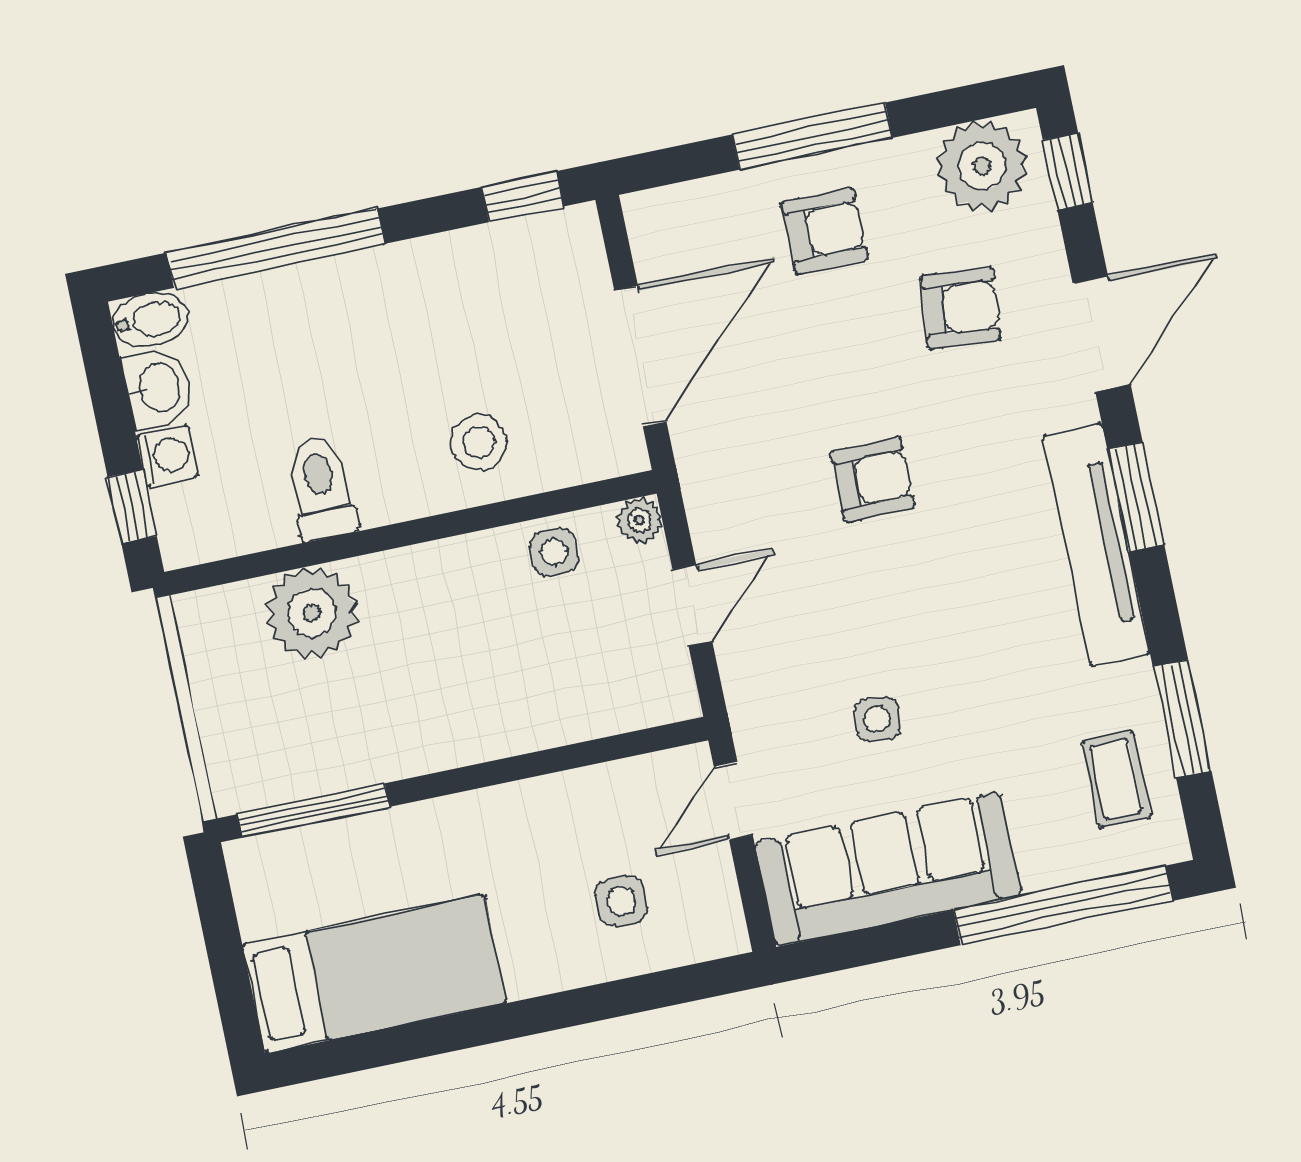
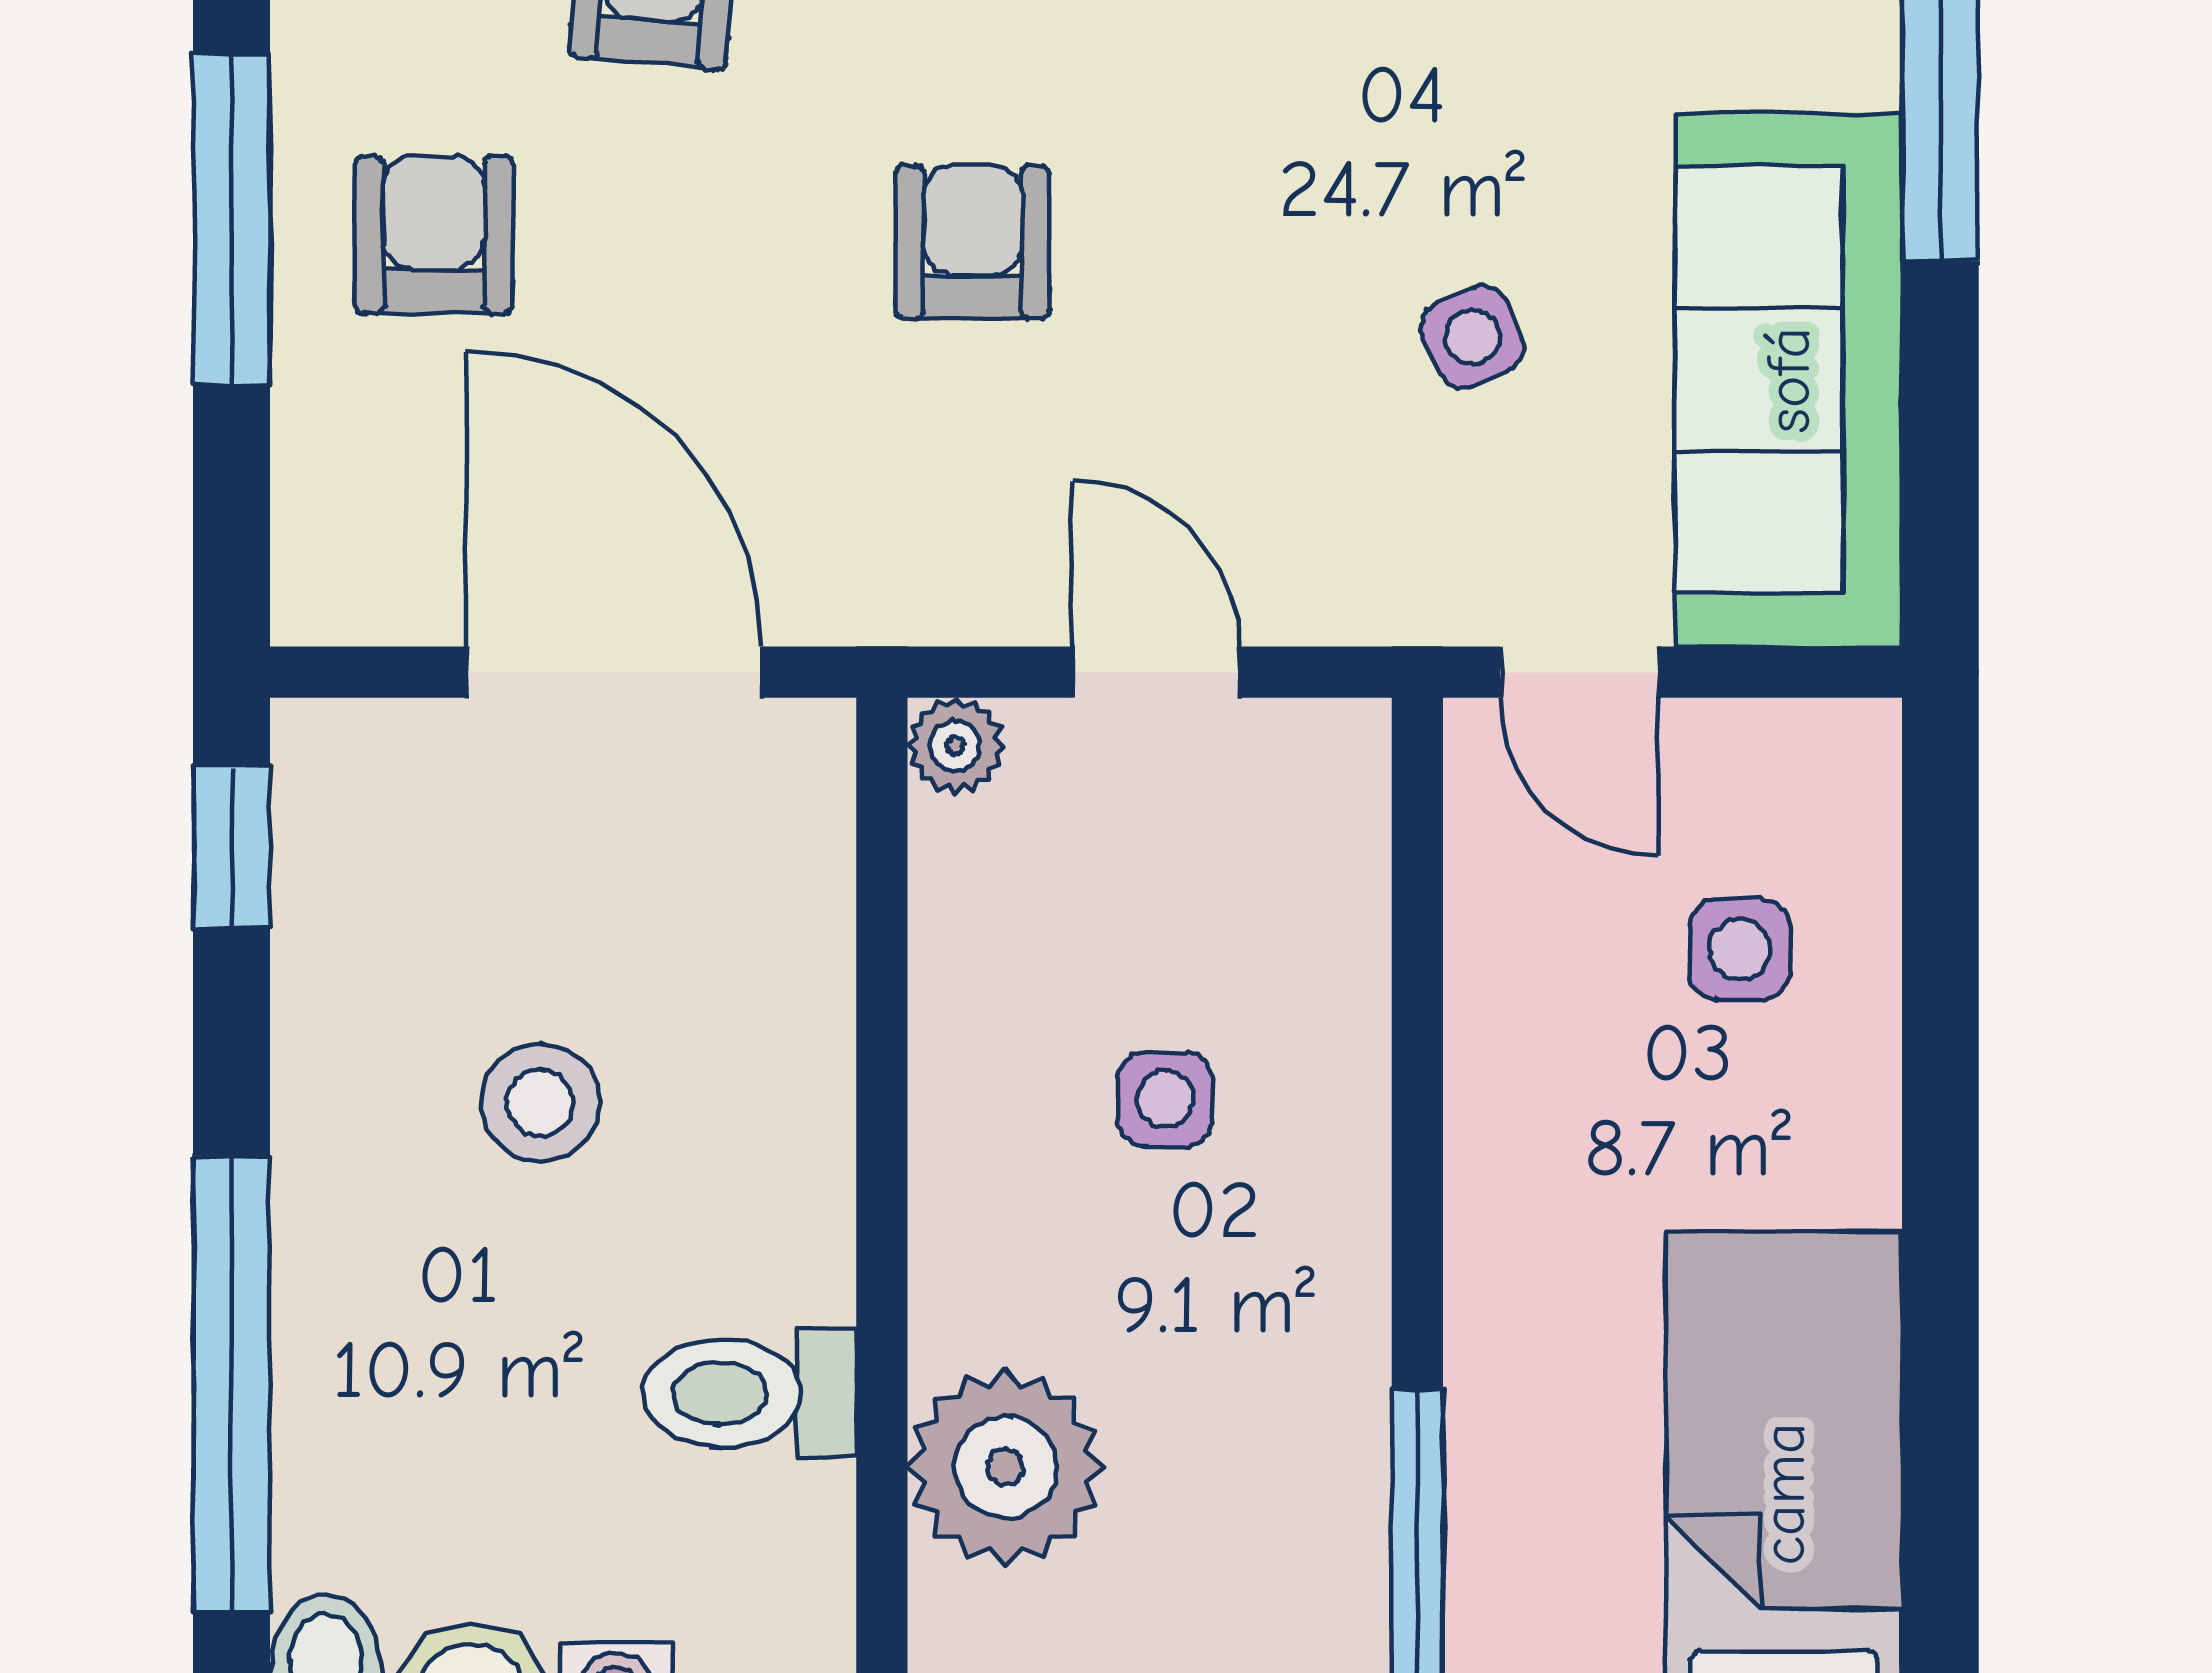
stool: (479, 442) -> (540, 1103), moved
side table: (554, 552) -> (1165, 1099), moved
side table: (877, 719) -> (1472, 337), turned -30

